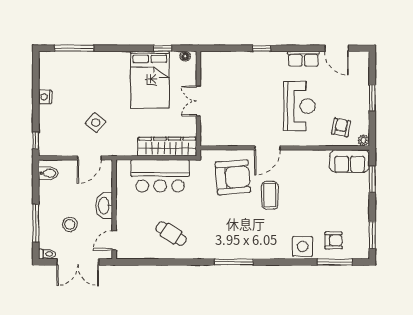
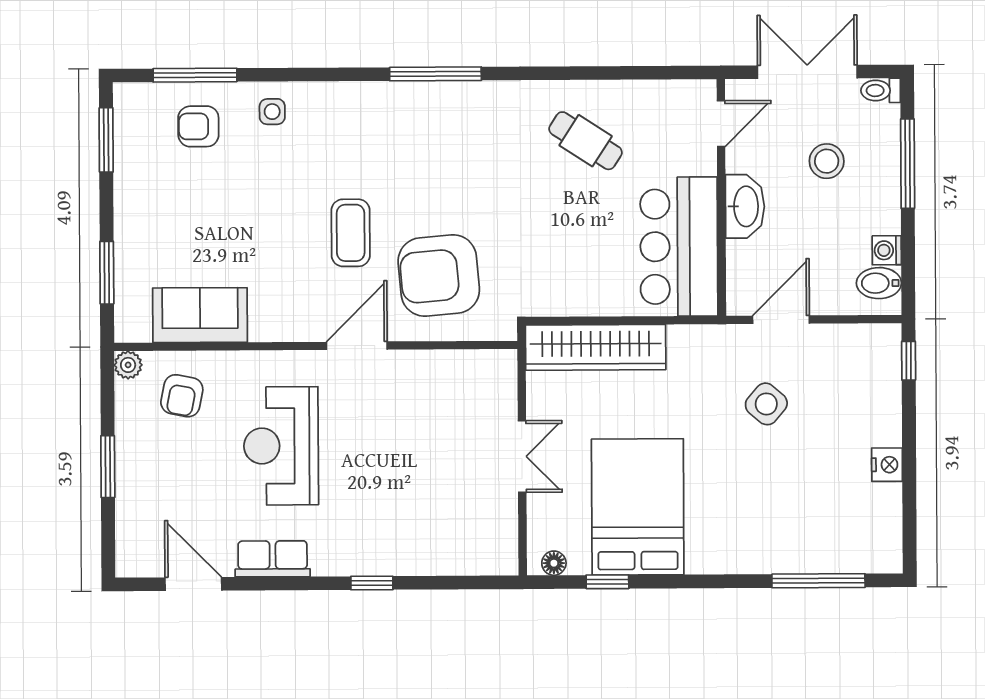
sofa: (350, 161) -> (200, 315), moved
bar counter: (160, 176) -> (679, 247), moved, turned -90
washing machine: (45, 187) -> (887, 250), added
side table: (302, 246) -> (272, 112), width x0.54, depth x0.54

